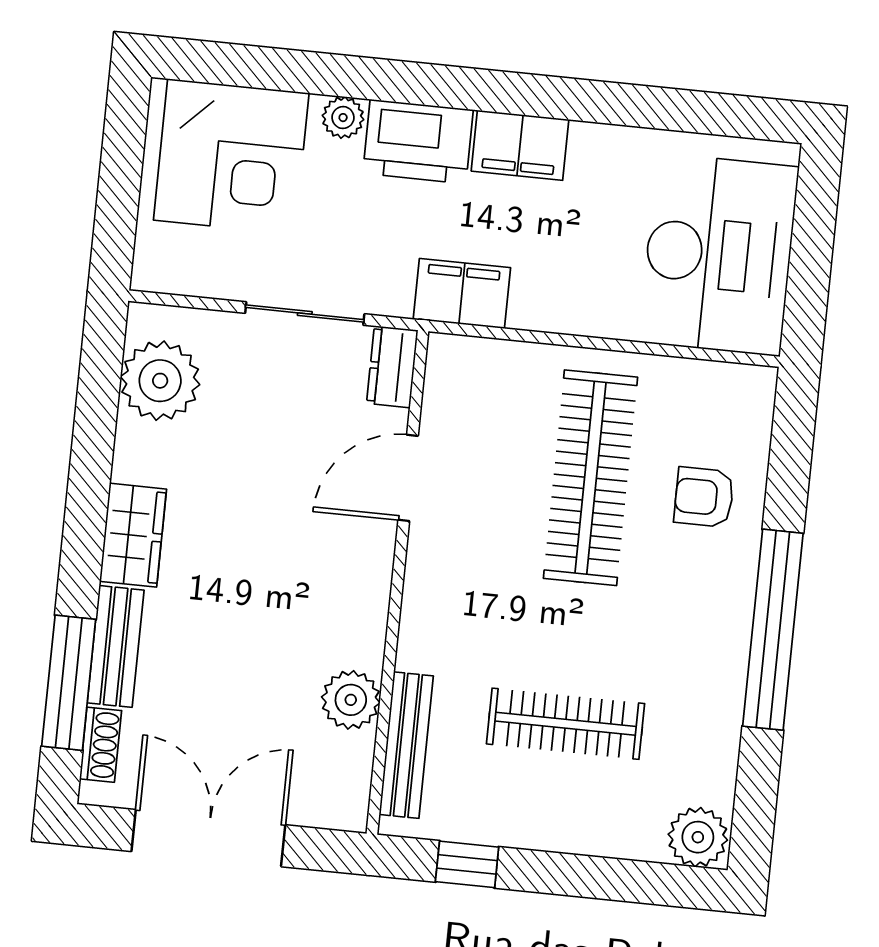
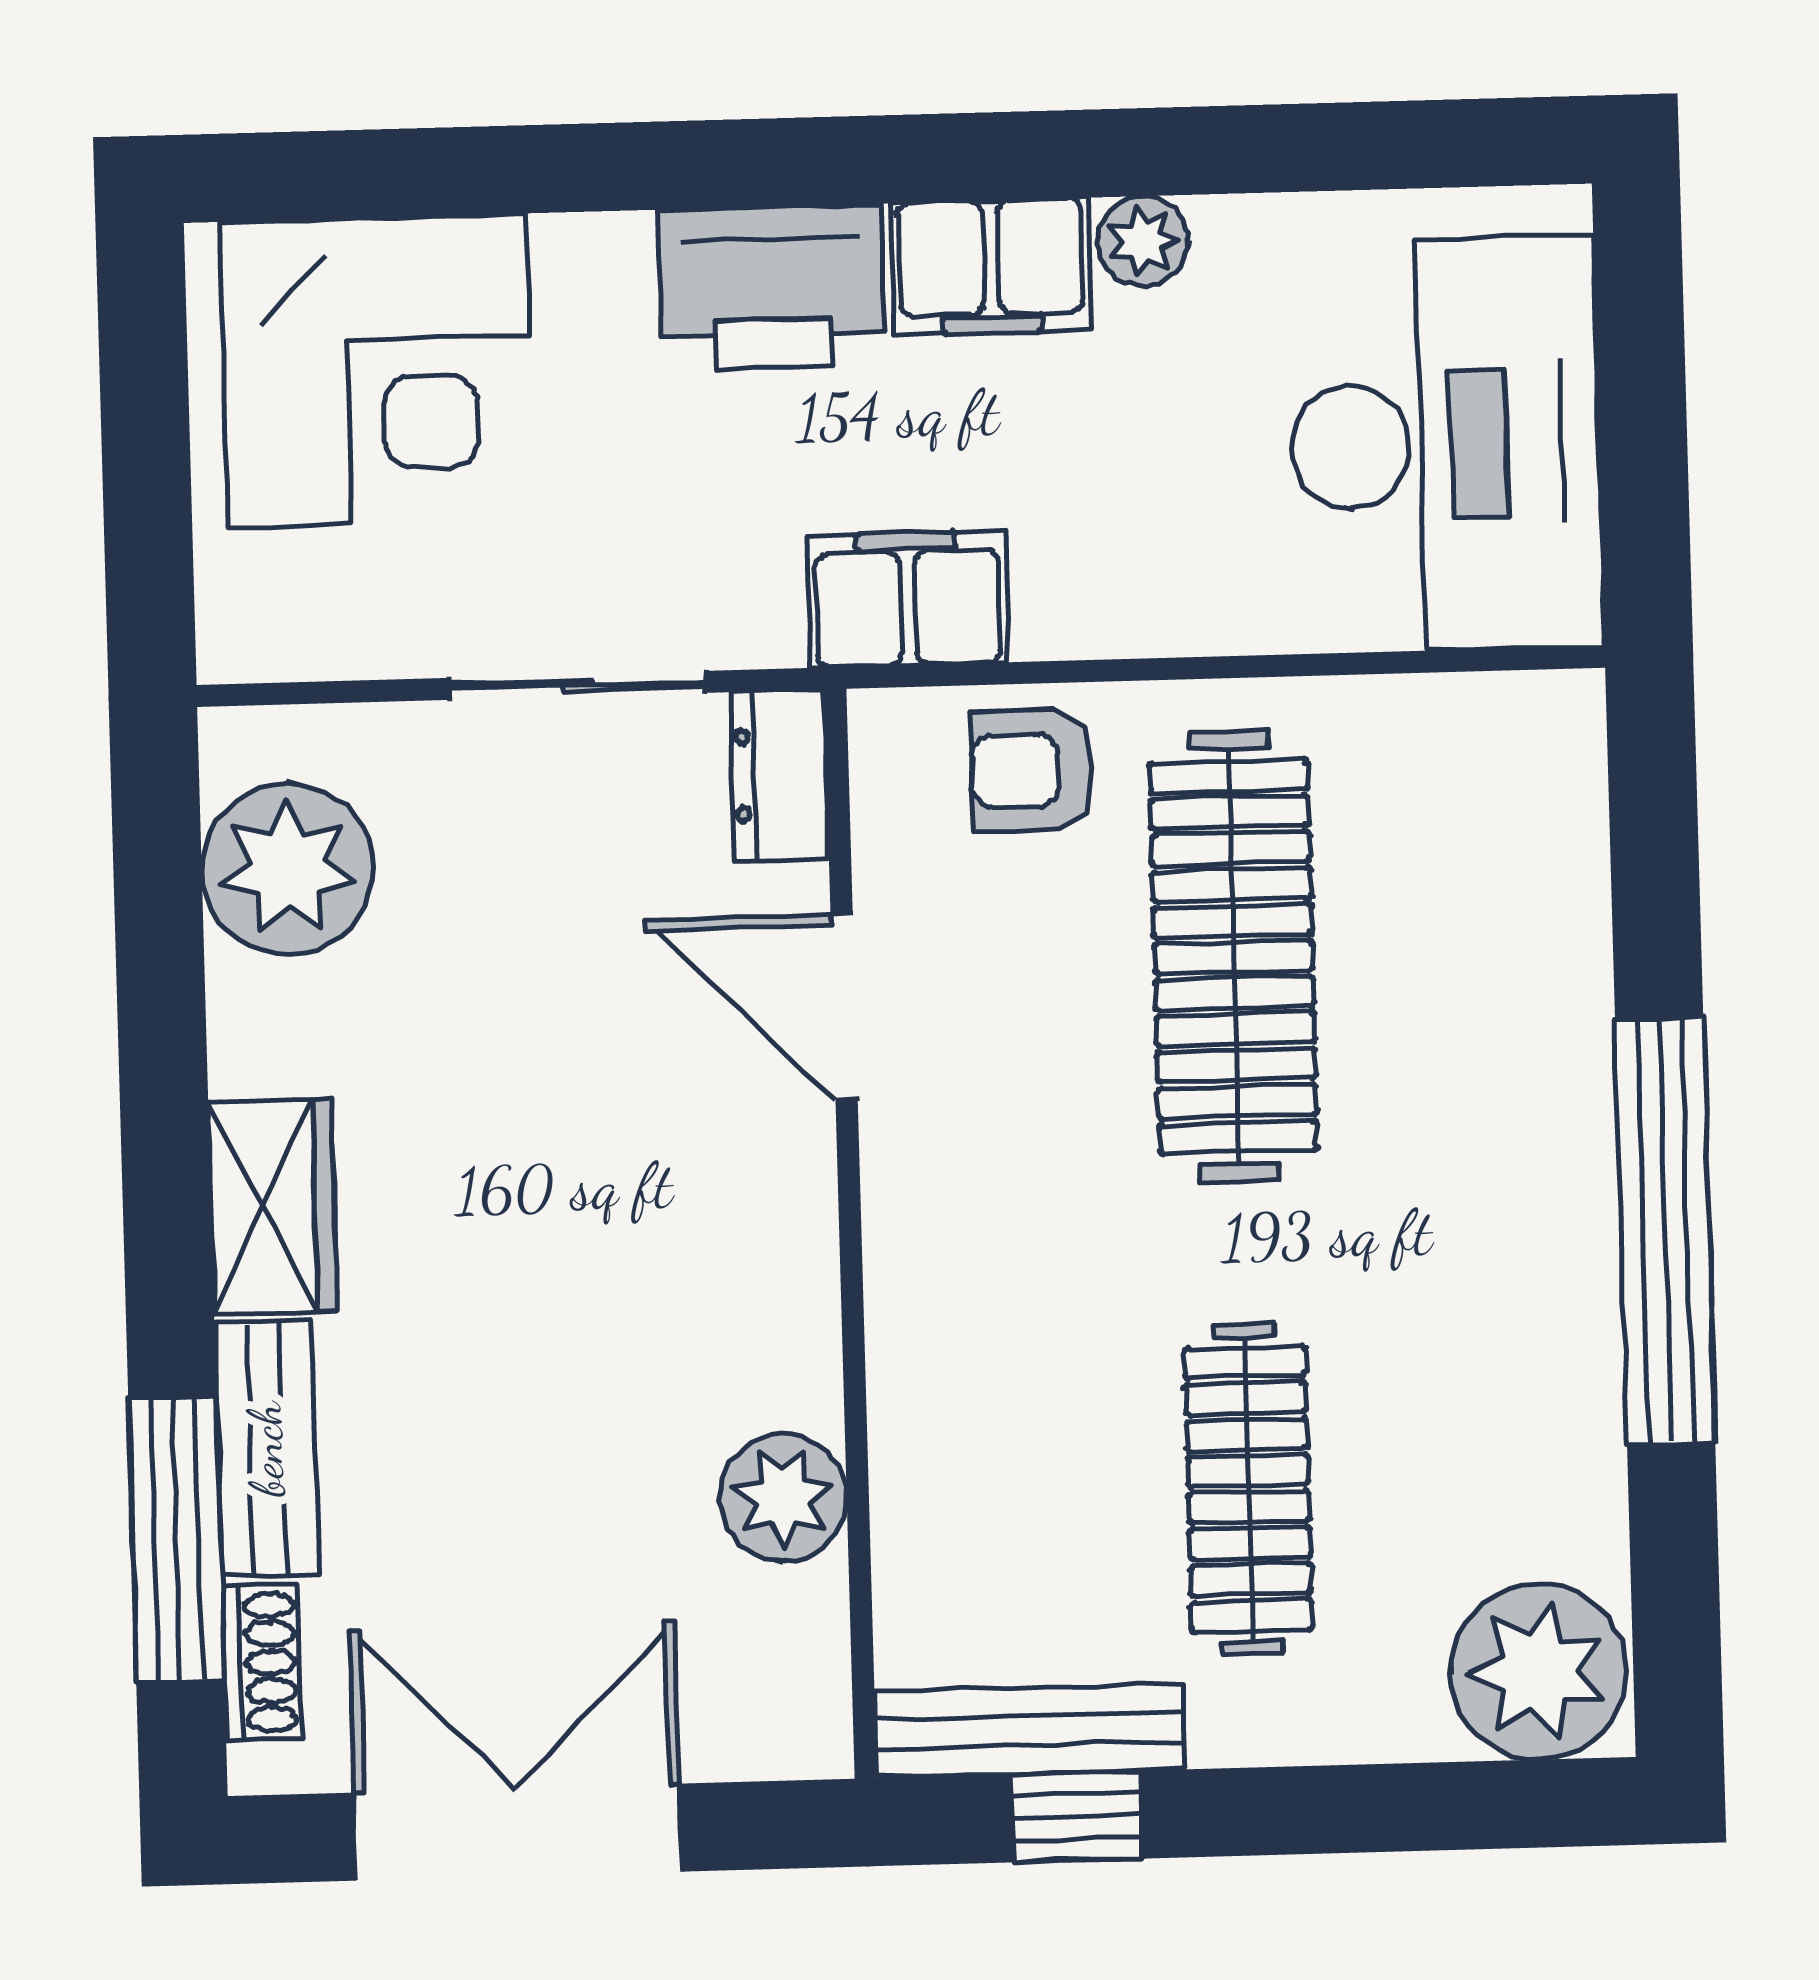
plant: (343, 118) -> (1143, 241), moved
door: (408, 478) -> (844, 1008), hinge flipped
armchair: (704, 497) -> (1032, 771), moved
clothes rail: (566, 724) -> (1248, 1489), turned 90
bench: (406, 745) -> (1030, 1731), moved, turned 90
plant: (698, 837) -> (1538, 1672), width x1.36, depth x1.36

